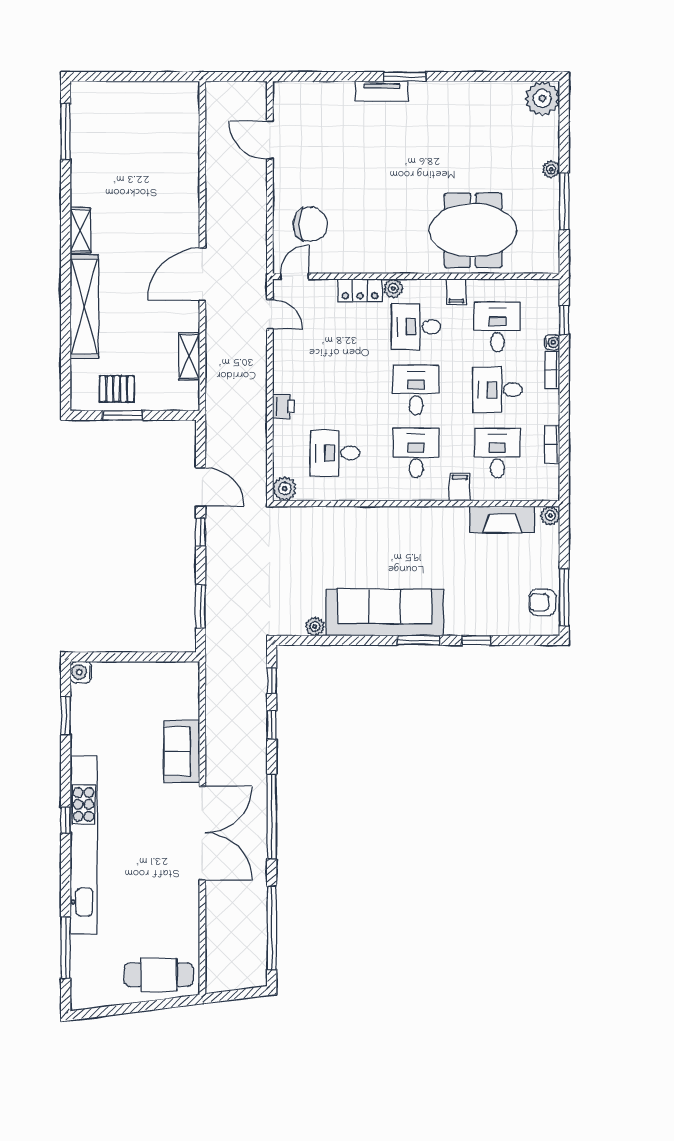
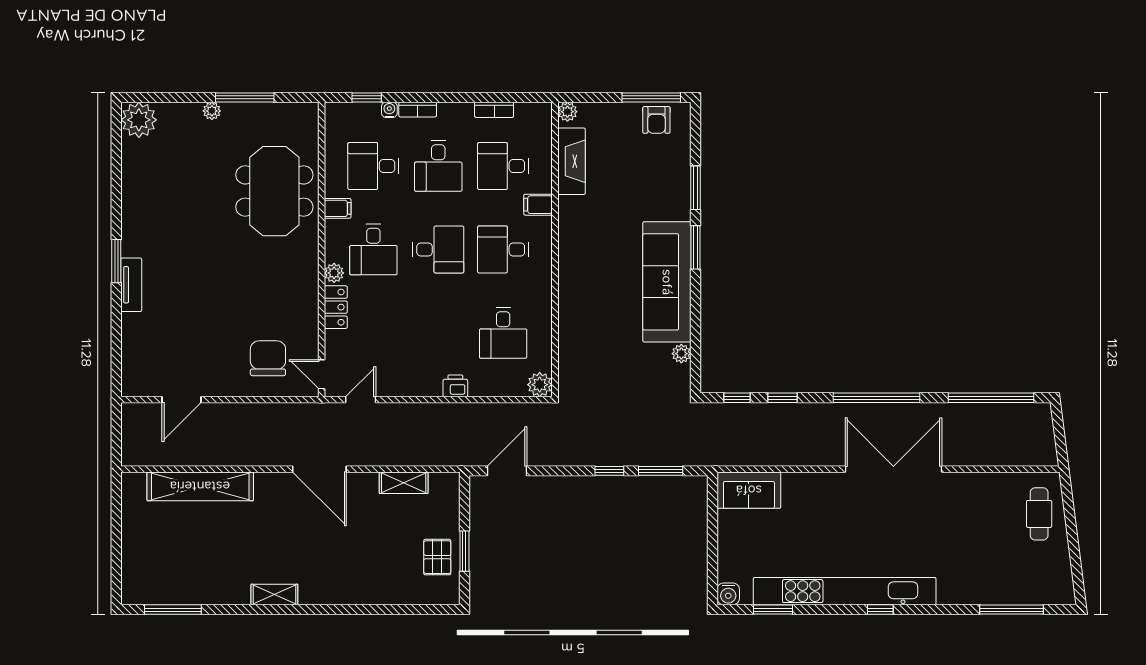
shelving: (84, 307) -> (200, 486), moved
desk: (416, 390) -> (438, 249), turned 180
door: (201, 487) -> (507, 471), moved
window: (201, 532) -> (609, 471), moved
window: (476, 640) -> (695, 188), width x1.50
sofa: (182, 751) -> (749, 490), moved
kitchen unit: (84, 845) -> (845, 591), moved
cafe table: (159, 975) -> (1039, 514), width x0.73, depth x0.74

